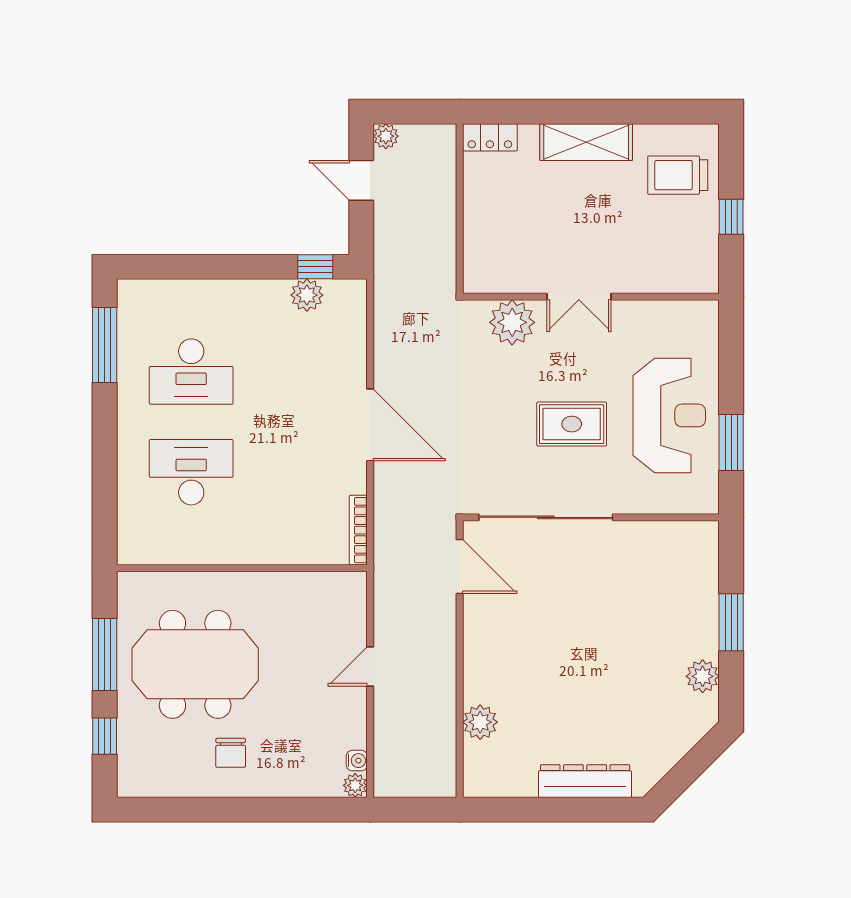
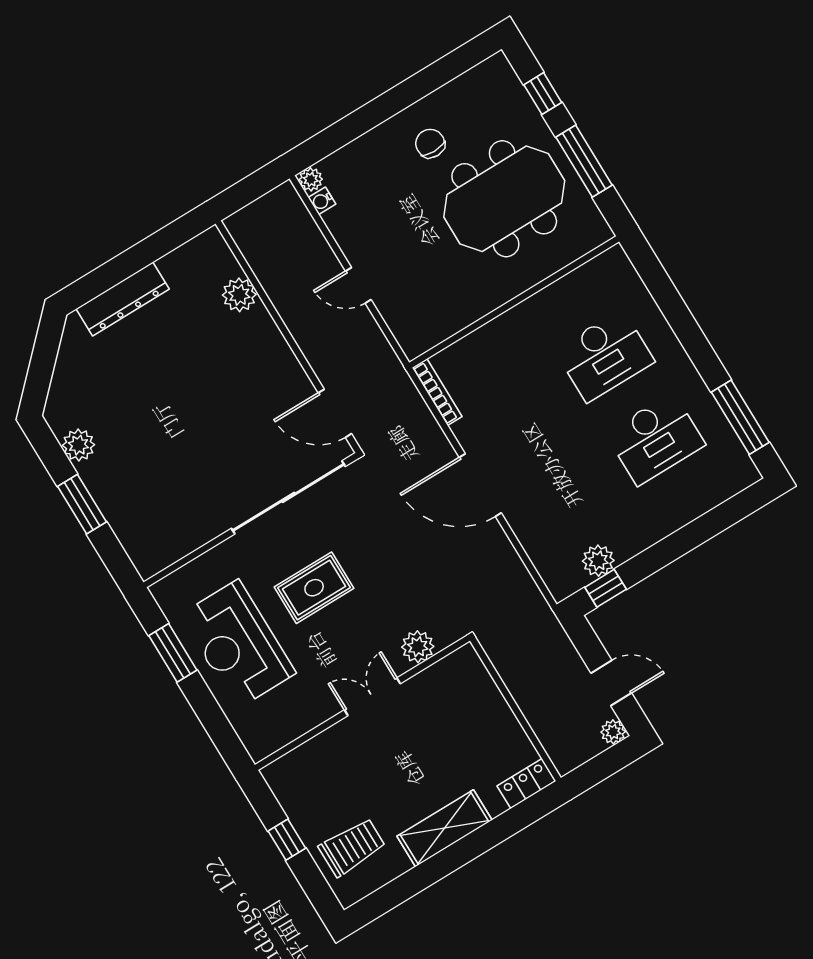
plant: (512, 322) -> (418, 647), width x0.73, depth x0.73
desk: (191, 372) -> (655, 439), turned 180
door: (370, 667) -> (358, 285), swing flipped

